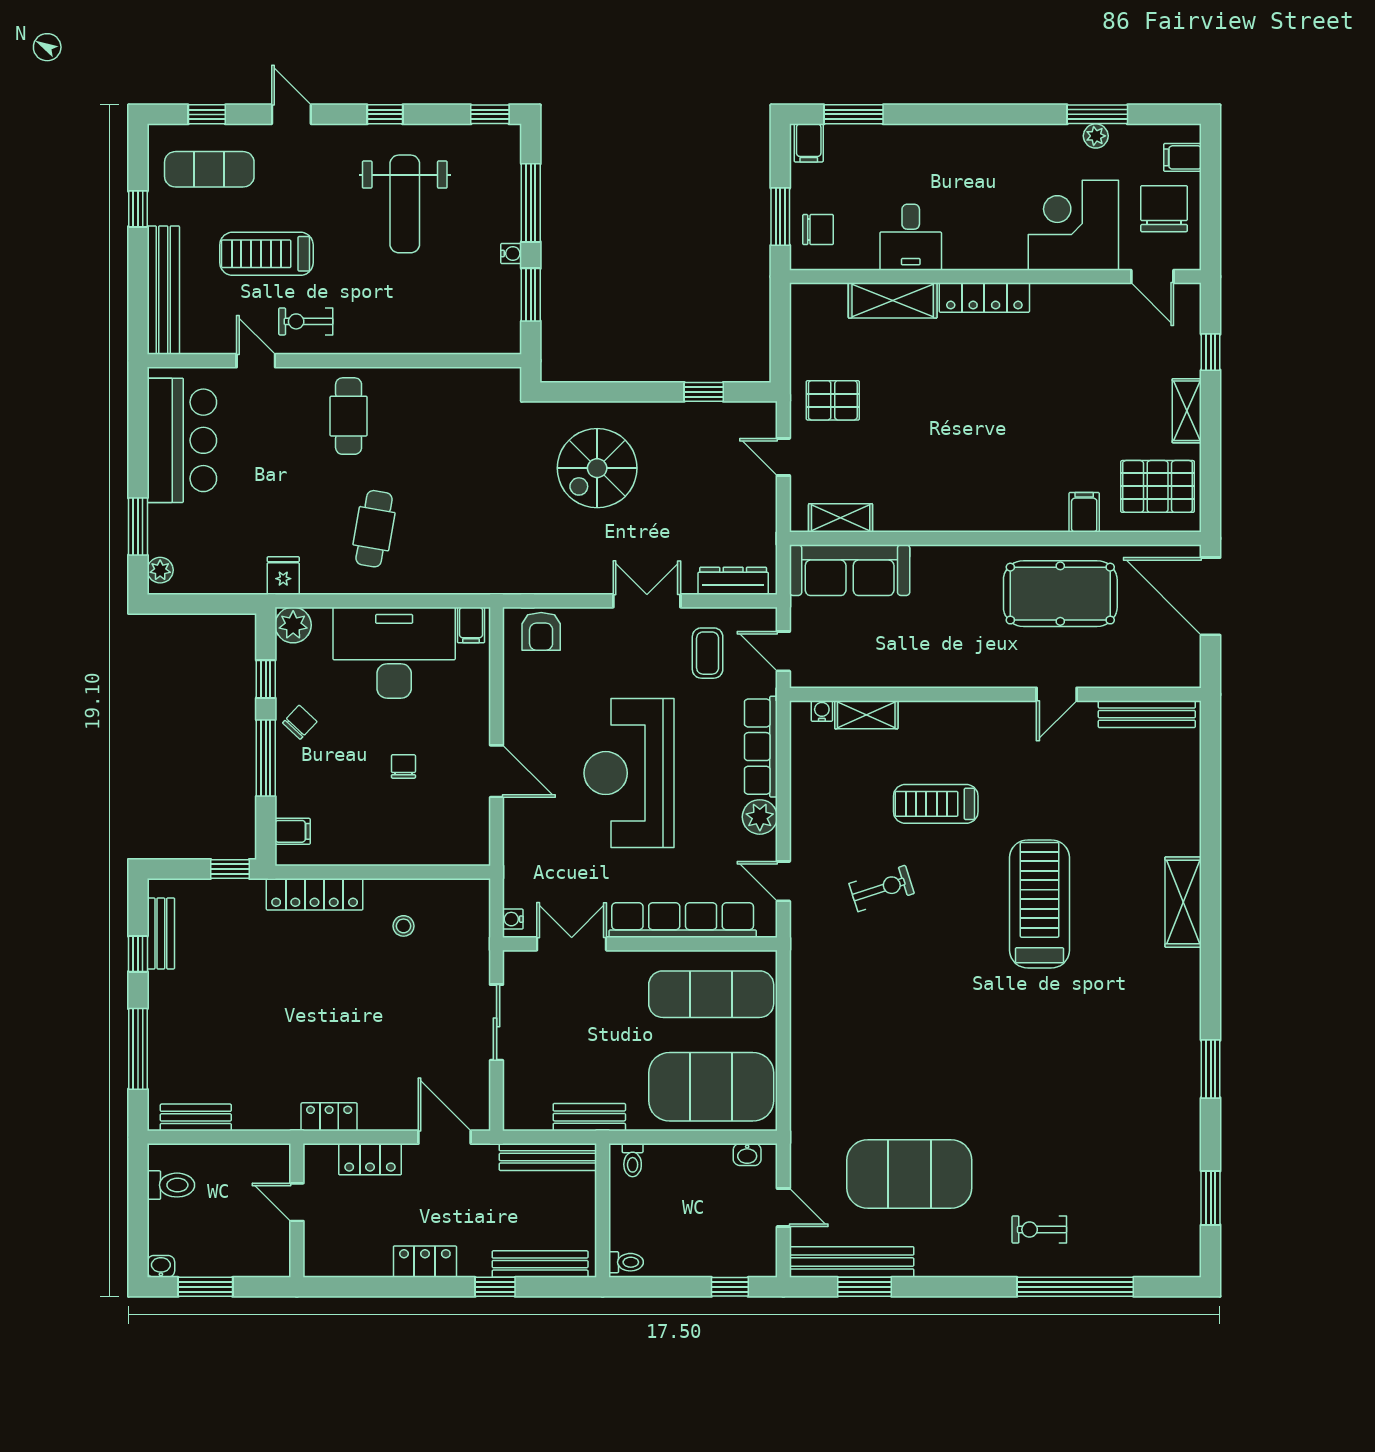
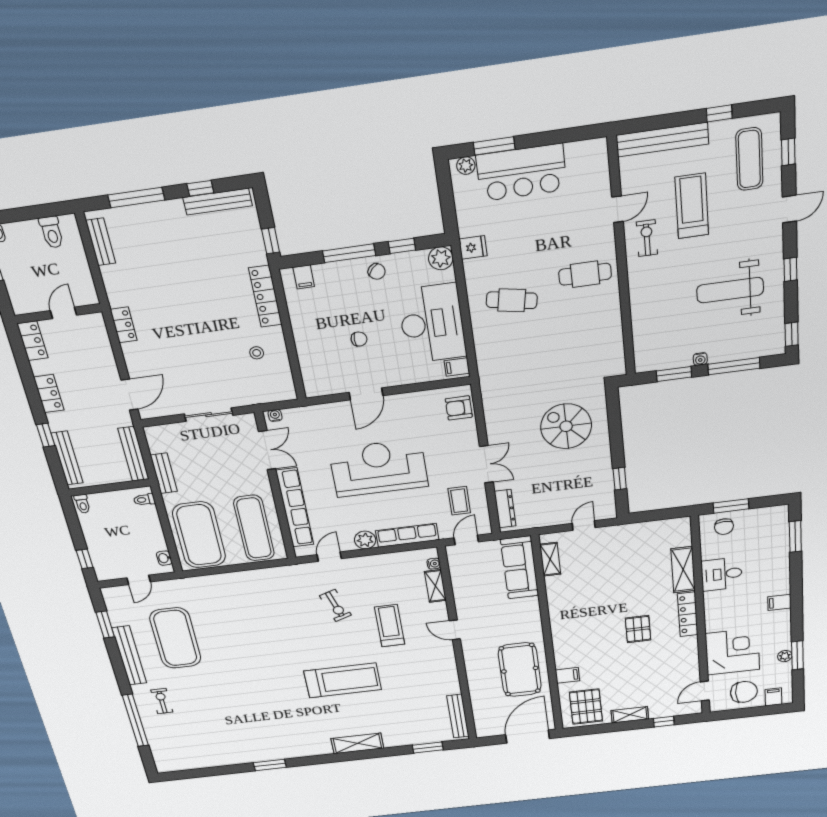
filing cabinet: (809, 143) -> (779, 602), moved
pallet: (833, 400) -> (638, 629), moved
bar counter: (182, 440) -> (522, 173), moved
coffee table: (708, 653) -> (459, 501), turned 90
door: (1057, 694) -> (455, 630), moved
bench: (161, 933) -> (218, 202), width x1.36
locker: (370, 1159) -> (32, 341), moved, turned 180
window: (1211, 1198) -> (428, 748), moved
bench: (852, 1262) -> (129, 656), moved

